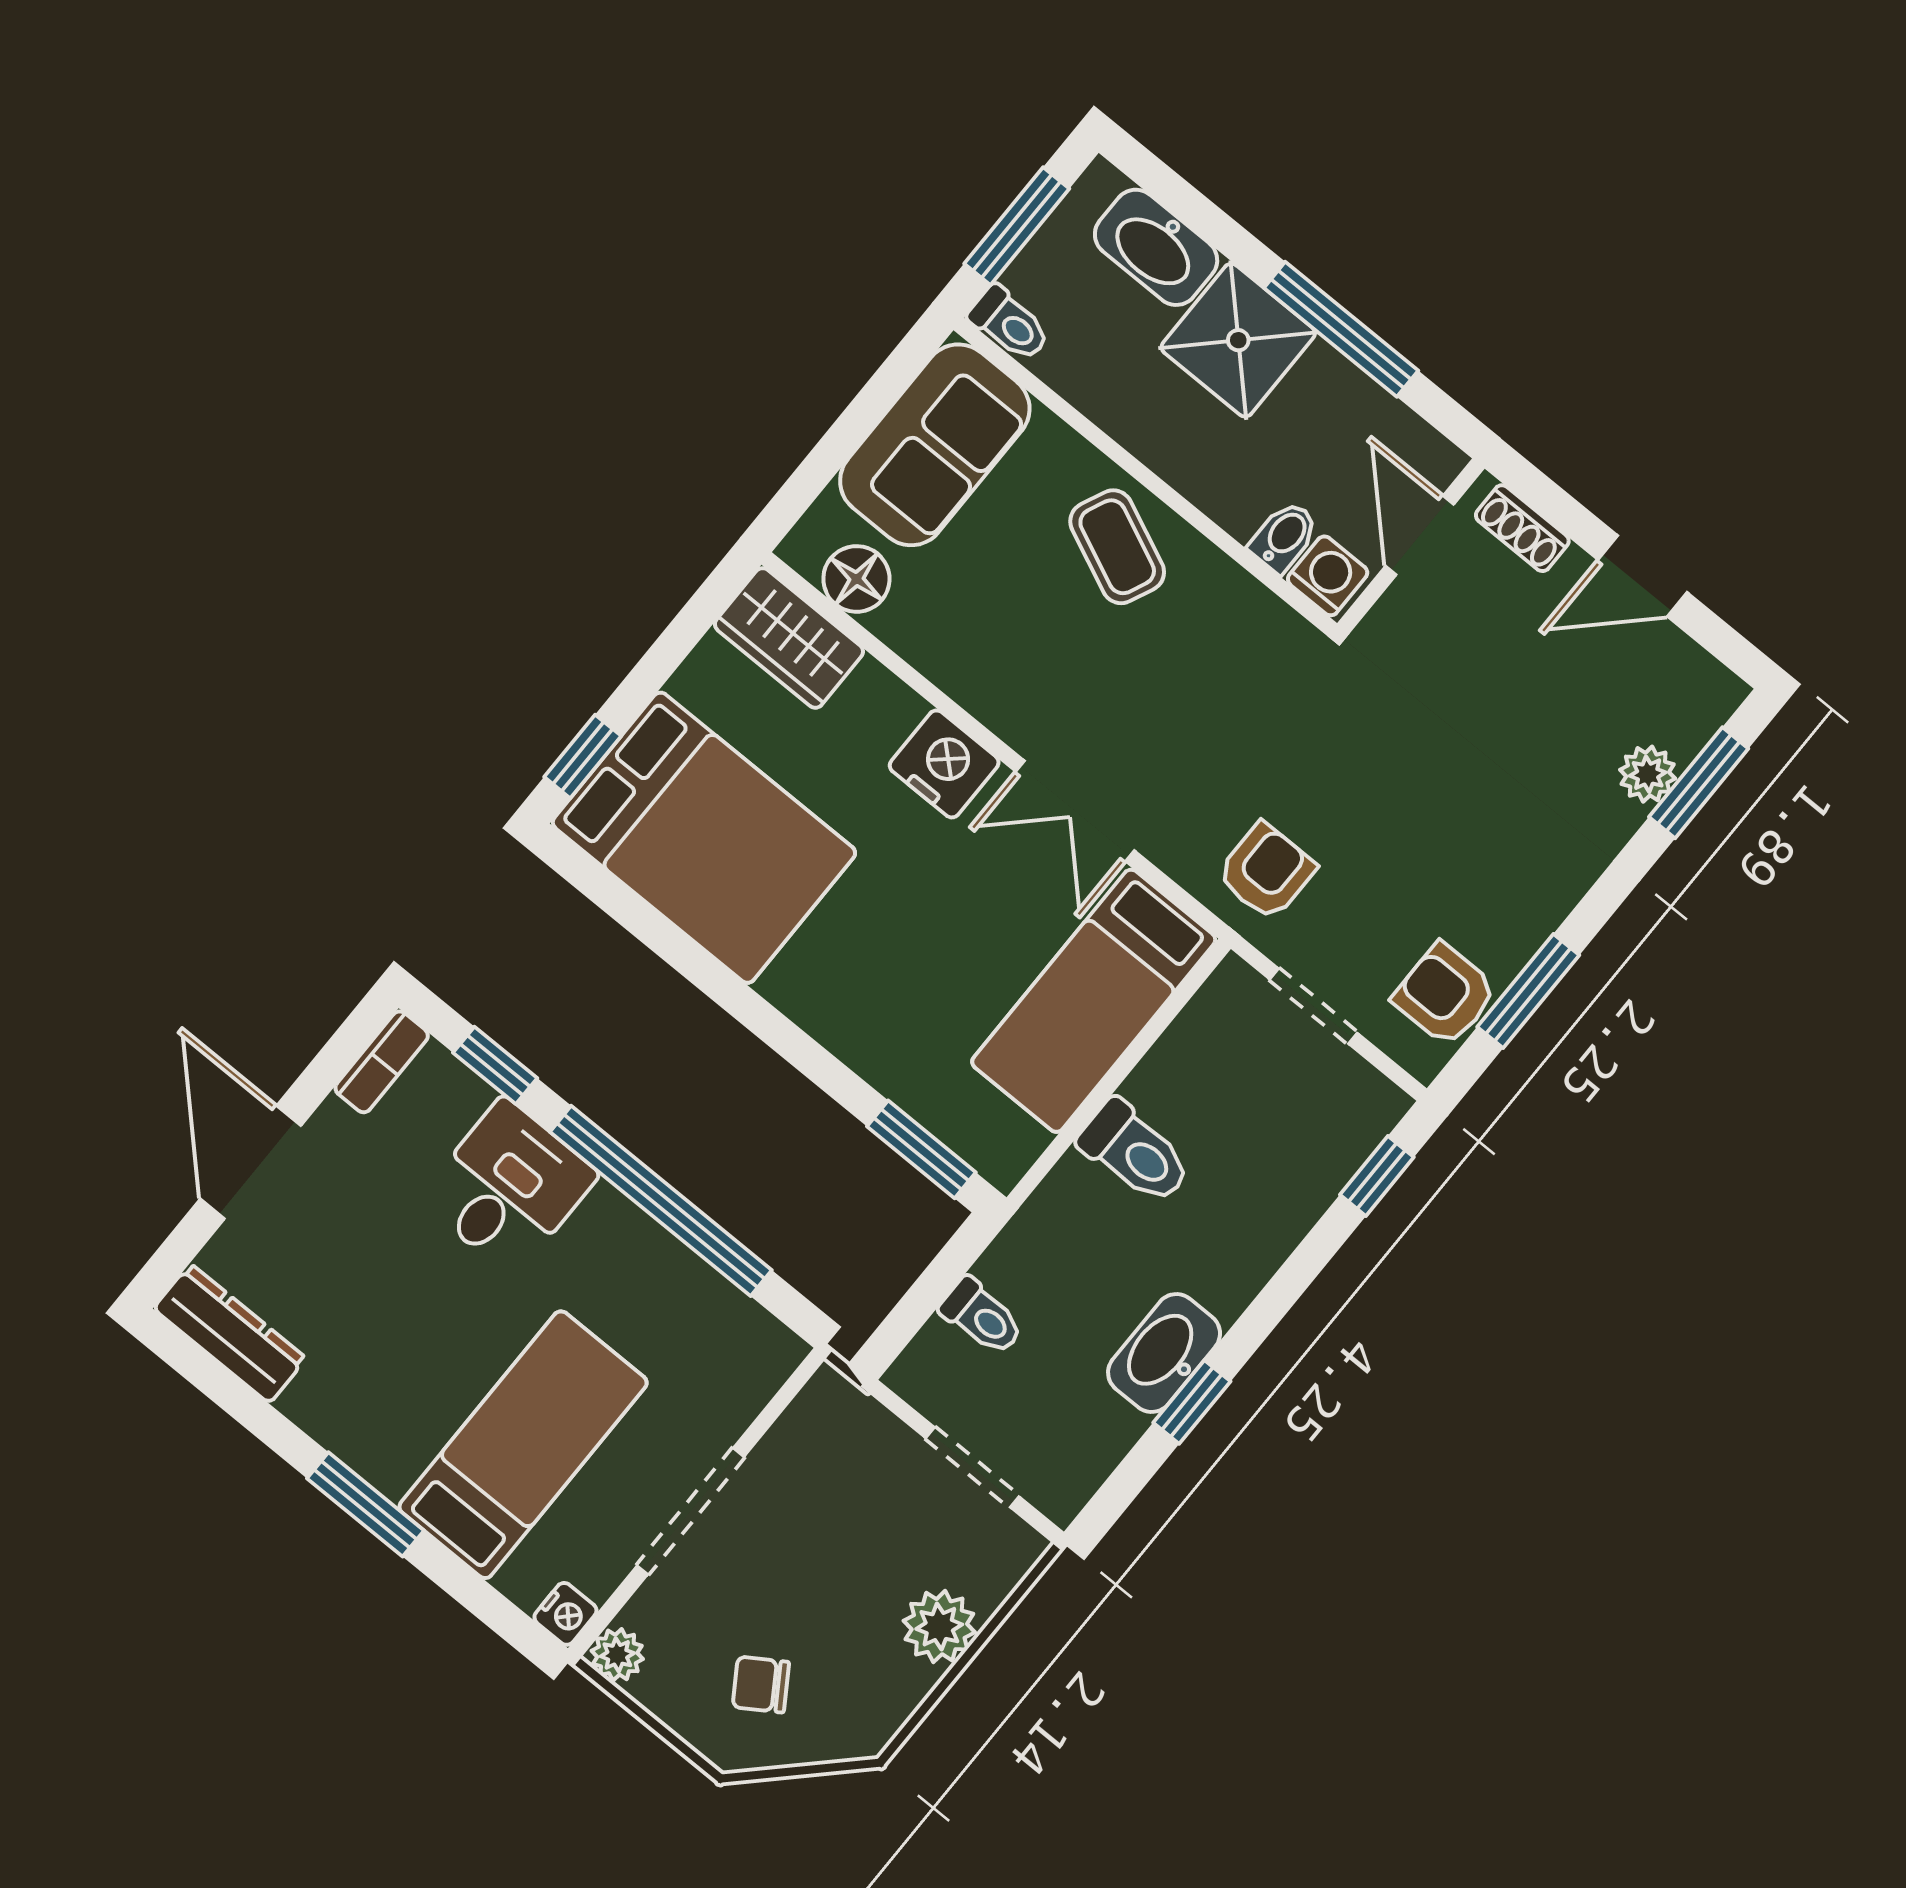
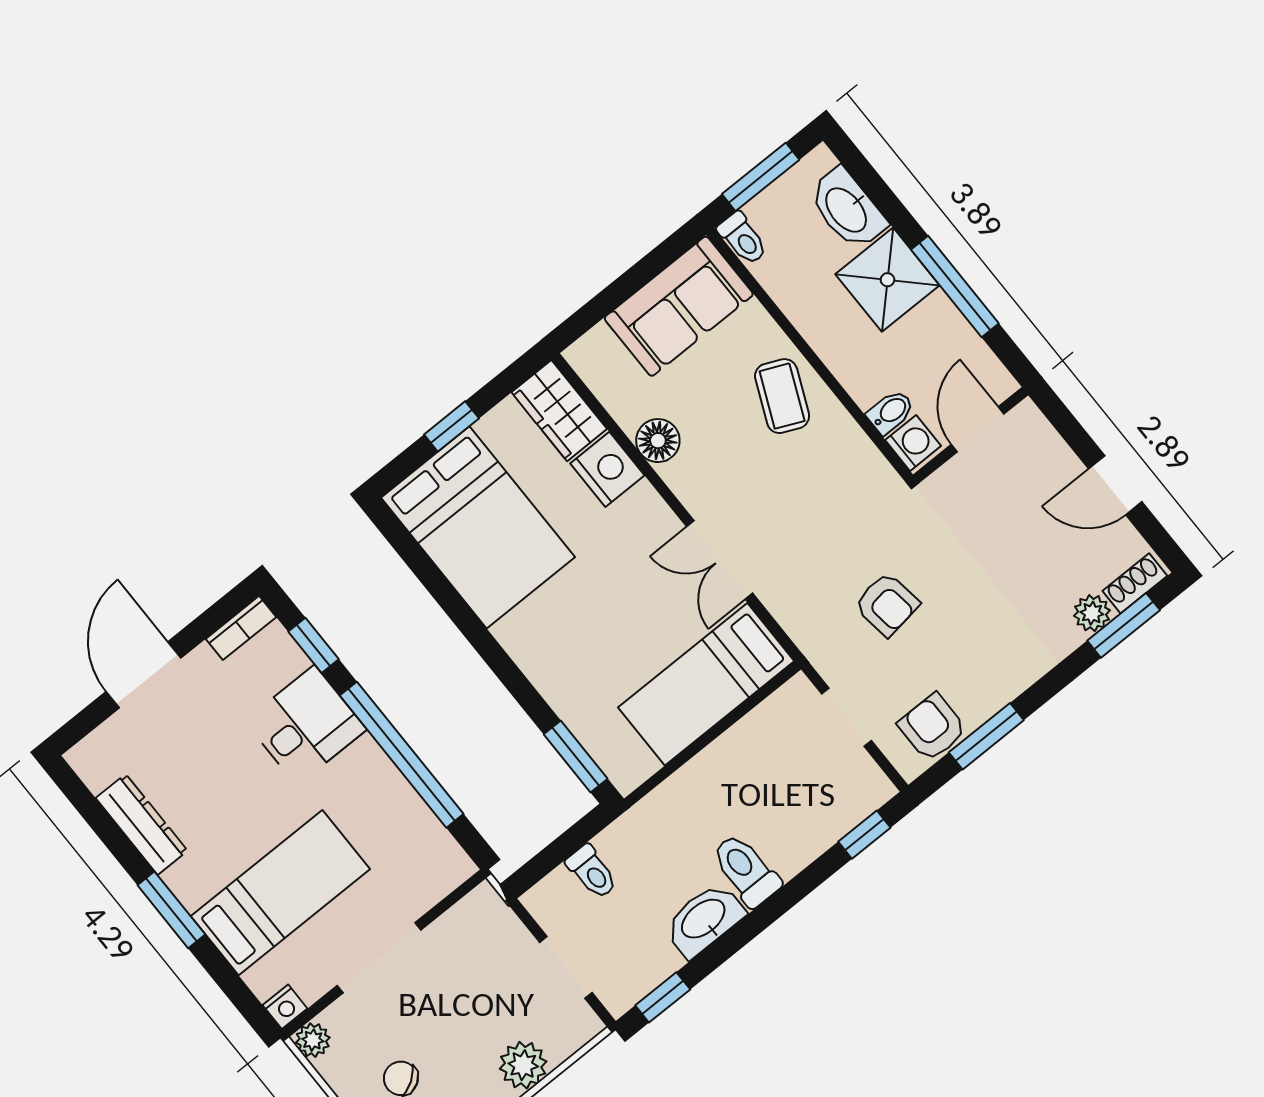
shoe rack: (1522, 528) -> (1135, 583), moved, turned 90
floor lamp: (856, 579) -> (658, 441), moved
window: (583, 756) -> (452, 426), moved
nightstand: (944, 764) -> (607, 469), moved
armchair: (1266, 871) -> (887, 604), moved, turned 82
toilet: (1135, 1152) -> (746, 870), moved, turned 180
dresser: (230, 1333) -> (142, 824), moved
window: (1192, 1402) -> (663, 997), moved

